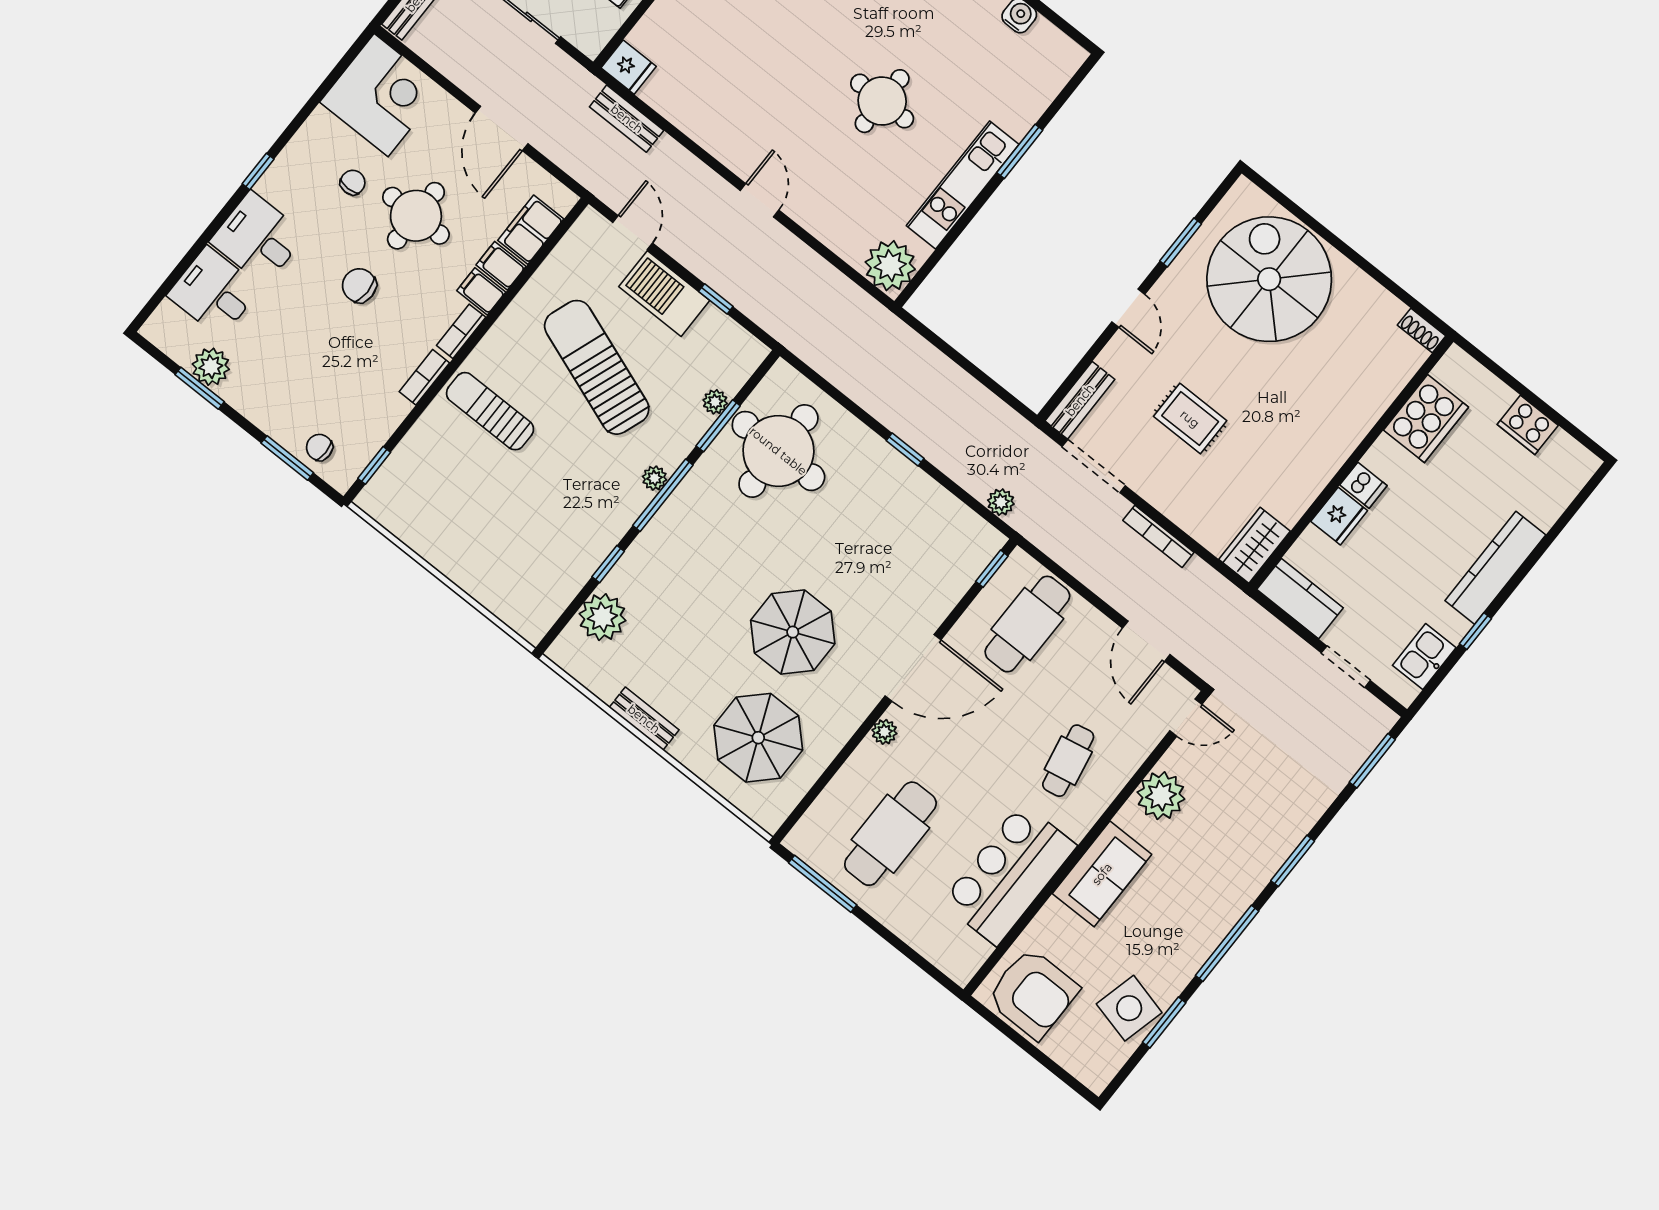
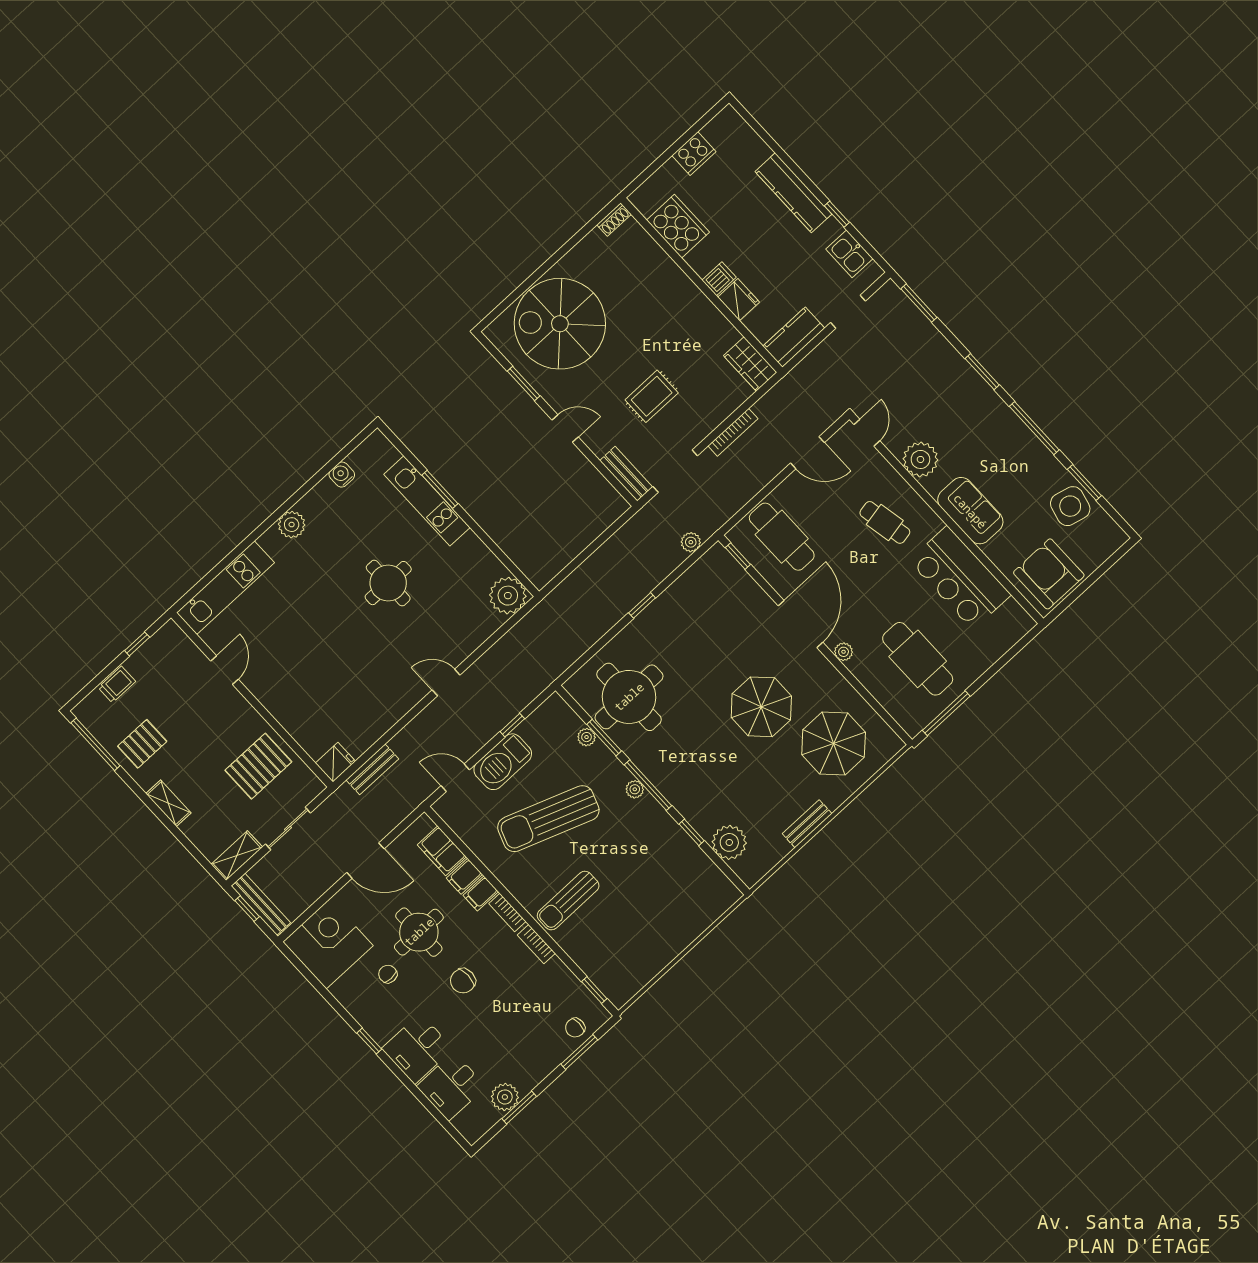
kitchen unit: (963, 185) -> (427, 501), moved
armchair: (1033, 993) -> (1049, 574), turned -90

